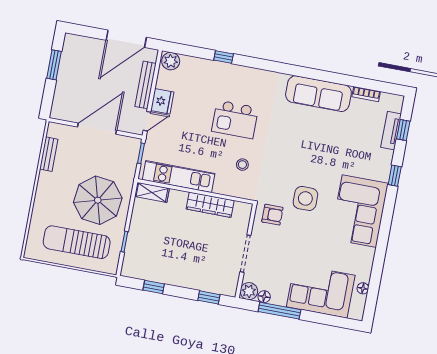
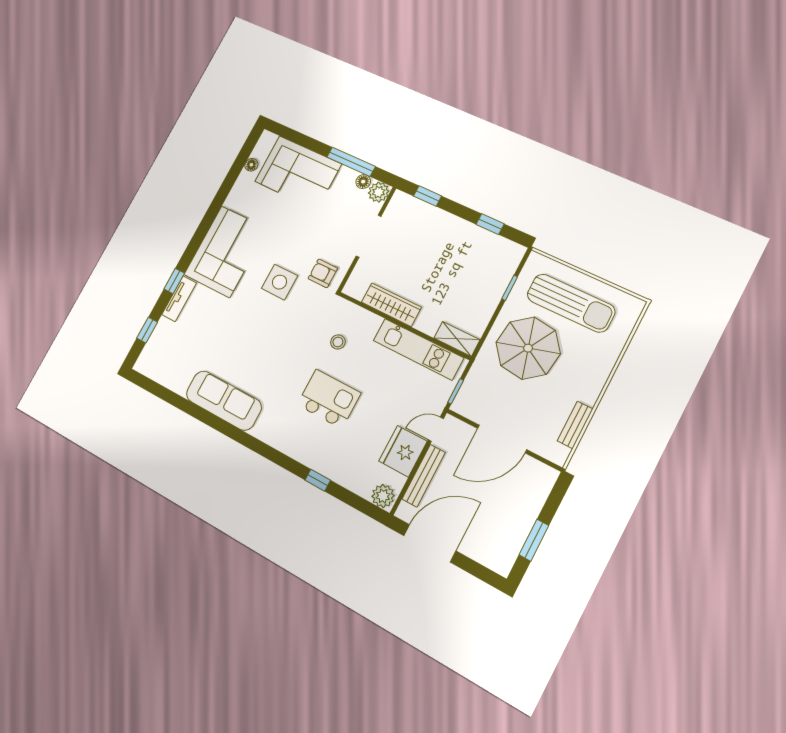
bookcase: (366, 94) -> (172, 383), removed
fridge: (162, 101) -> (403, 451), width x1.36, depth x1.34
tv unit: (391, 131) -> (179, 299), moved

